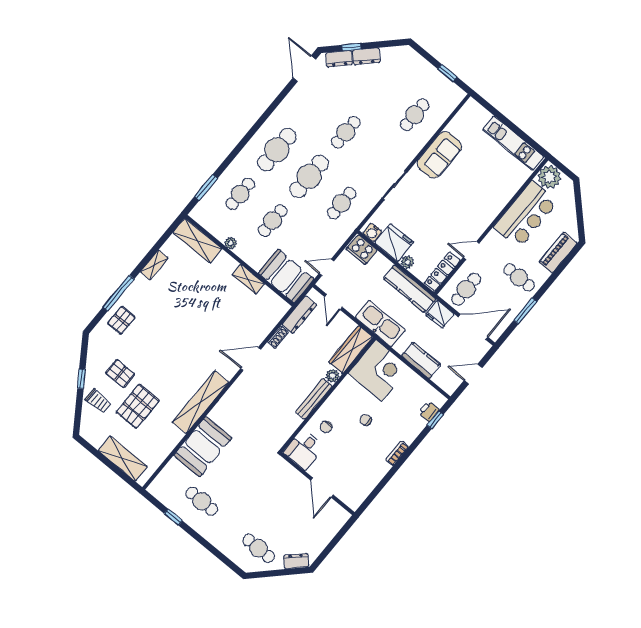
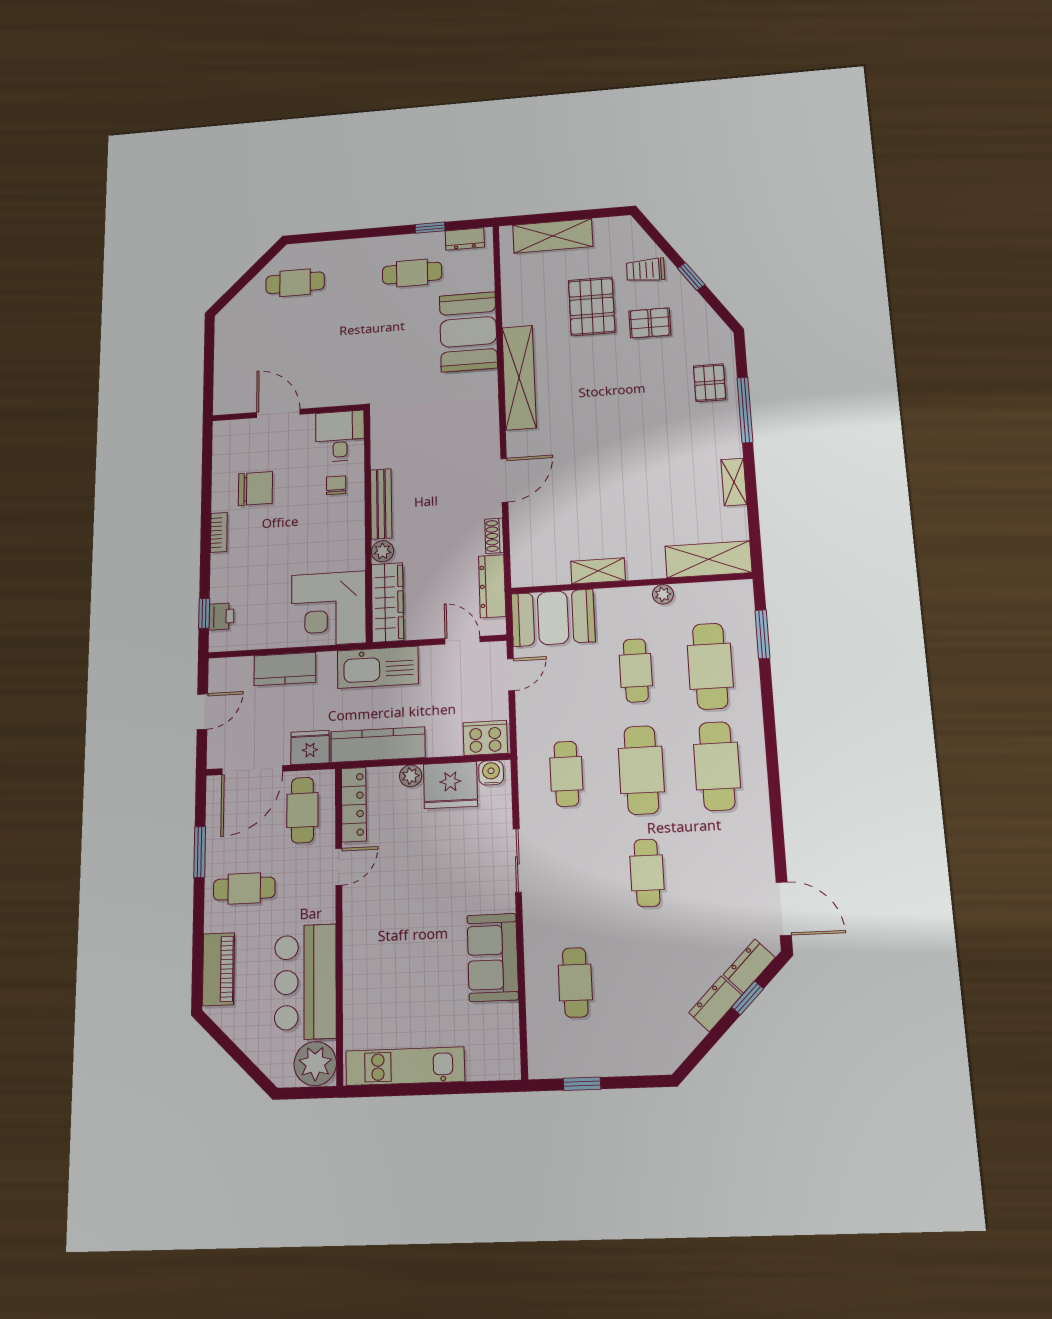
cafe table: (240, 194) -> (710, 666), width x1.37, depth x1.35
chair: (366, 420) -> (255, 489), moved, width x1.87, depth x1.87
dresser: (296, 561) -> (465, 239), moved, turned 45

